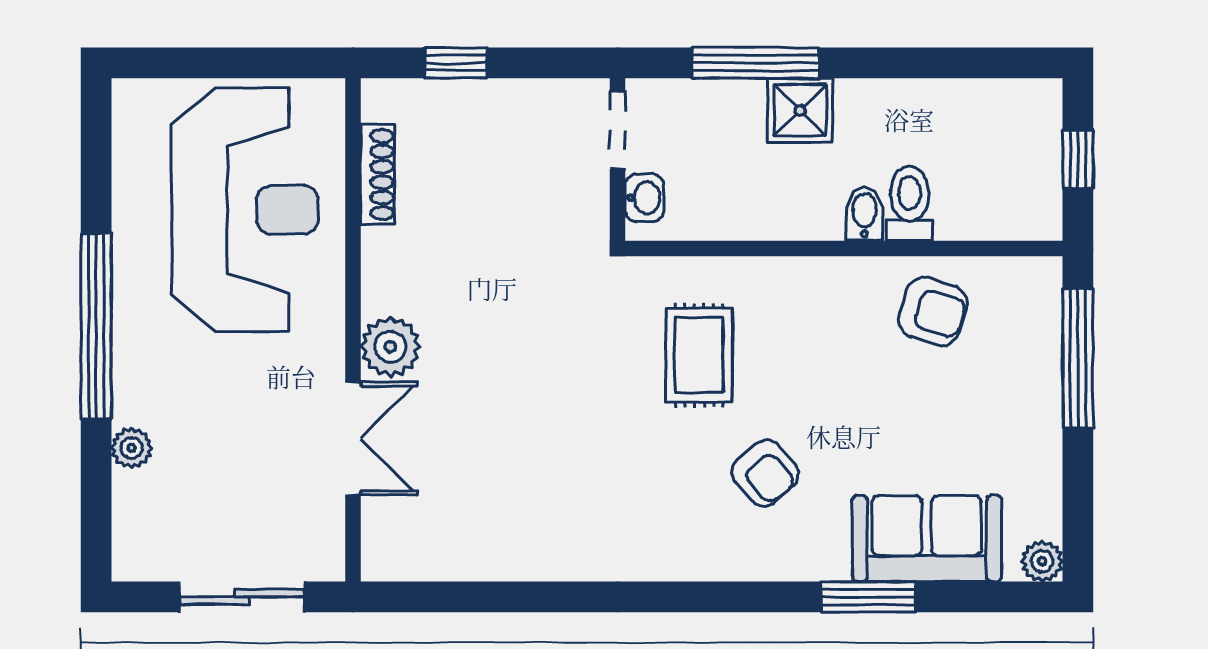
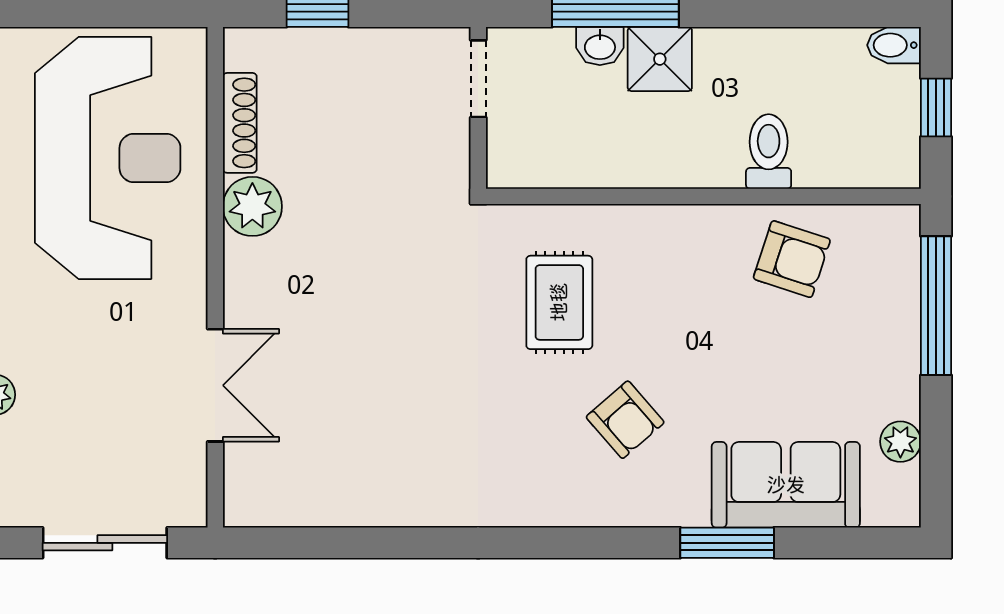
washbasin: (644, 198) -> (600, 46), moved, turned 90
bidet: (864, 214) -> (894, 45), moved, turned -90
plant: (390, 347) -> (252, 206), moved
plant: (1042, 561) -> (900, 442), moved

